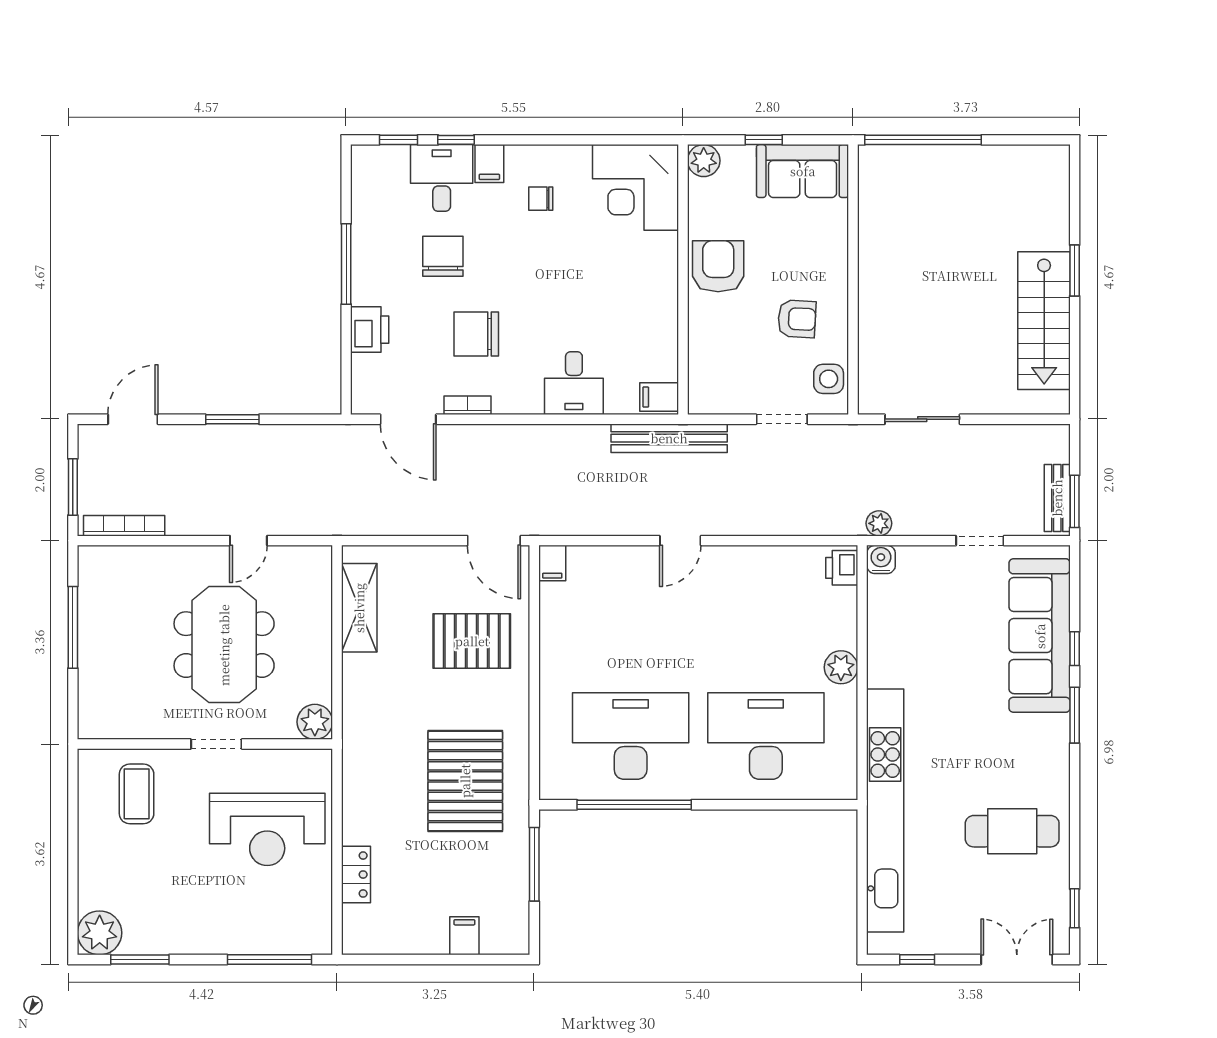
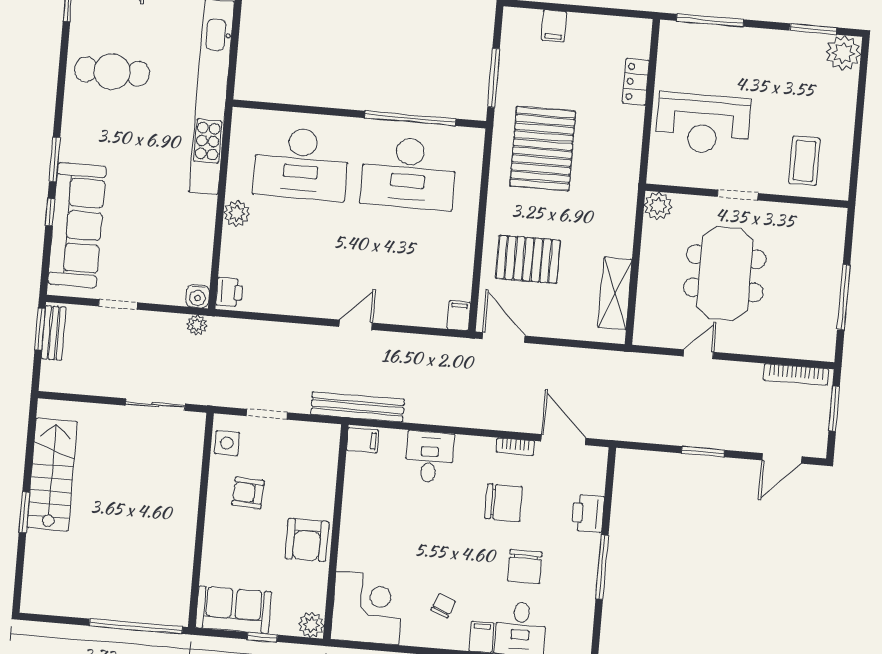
chair: (541, 199) -> (443, 606), turned -68
reception desk: (267, 829) -> (703, 124), turned 180

